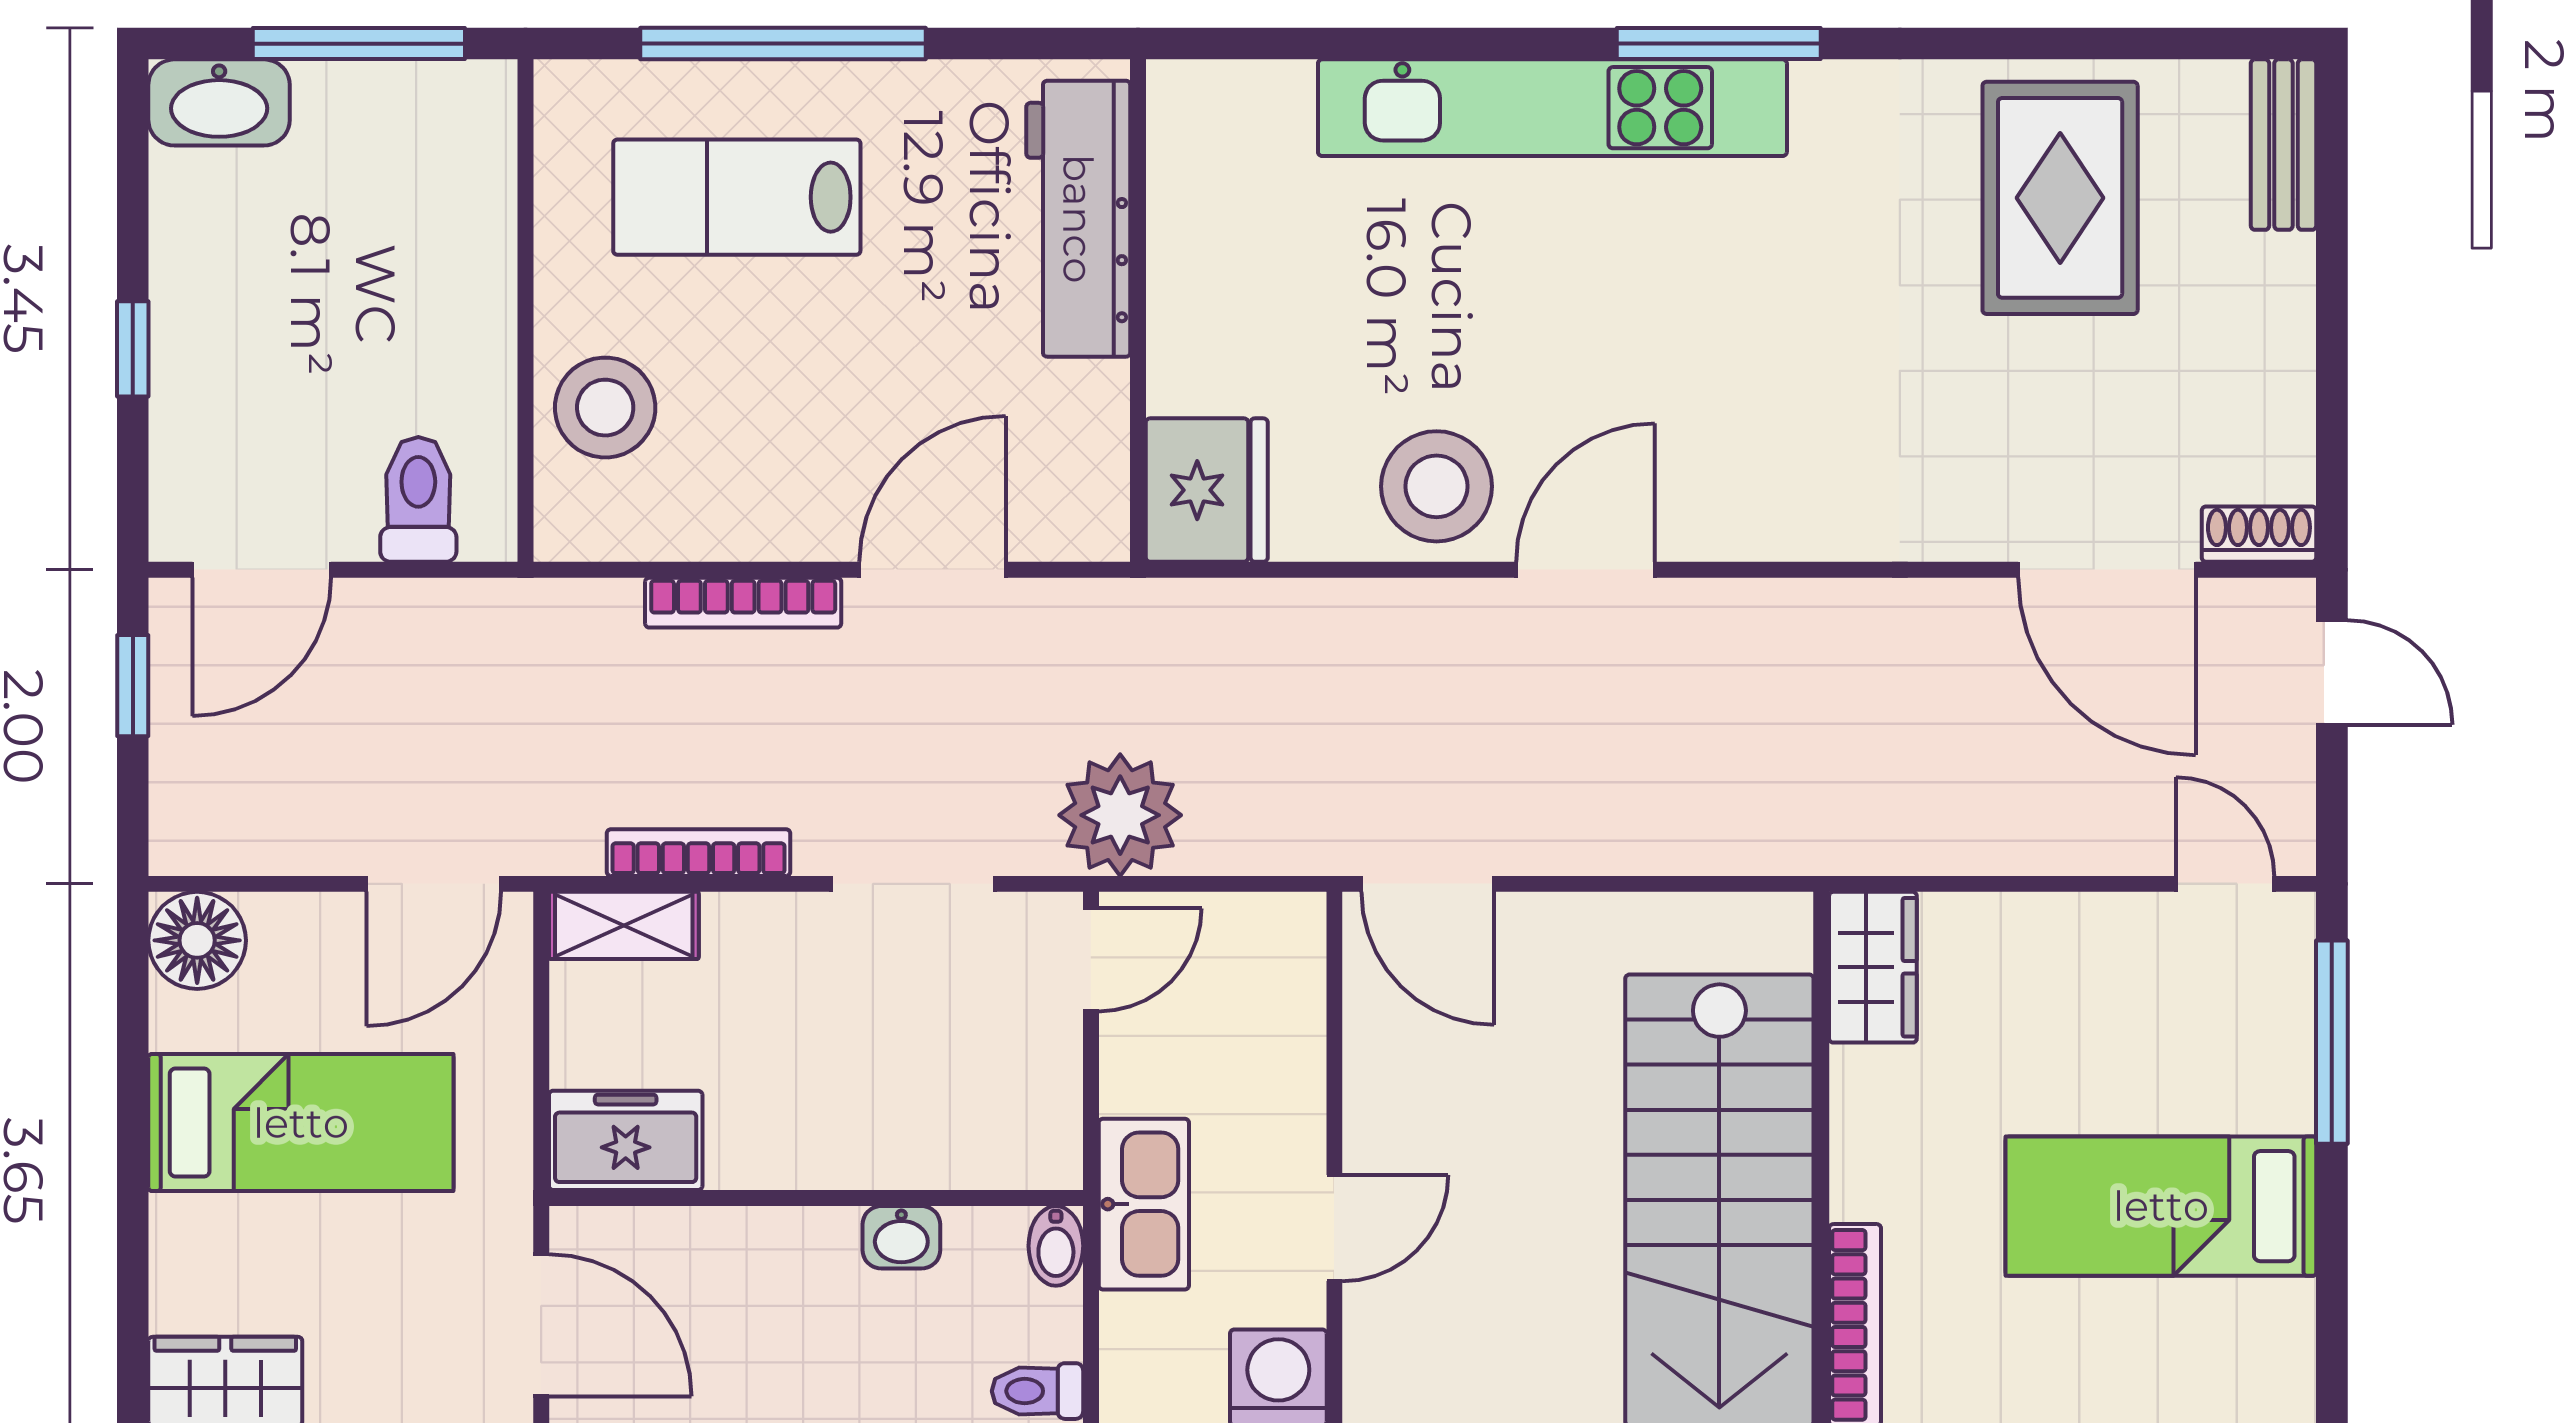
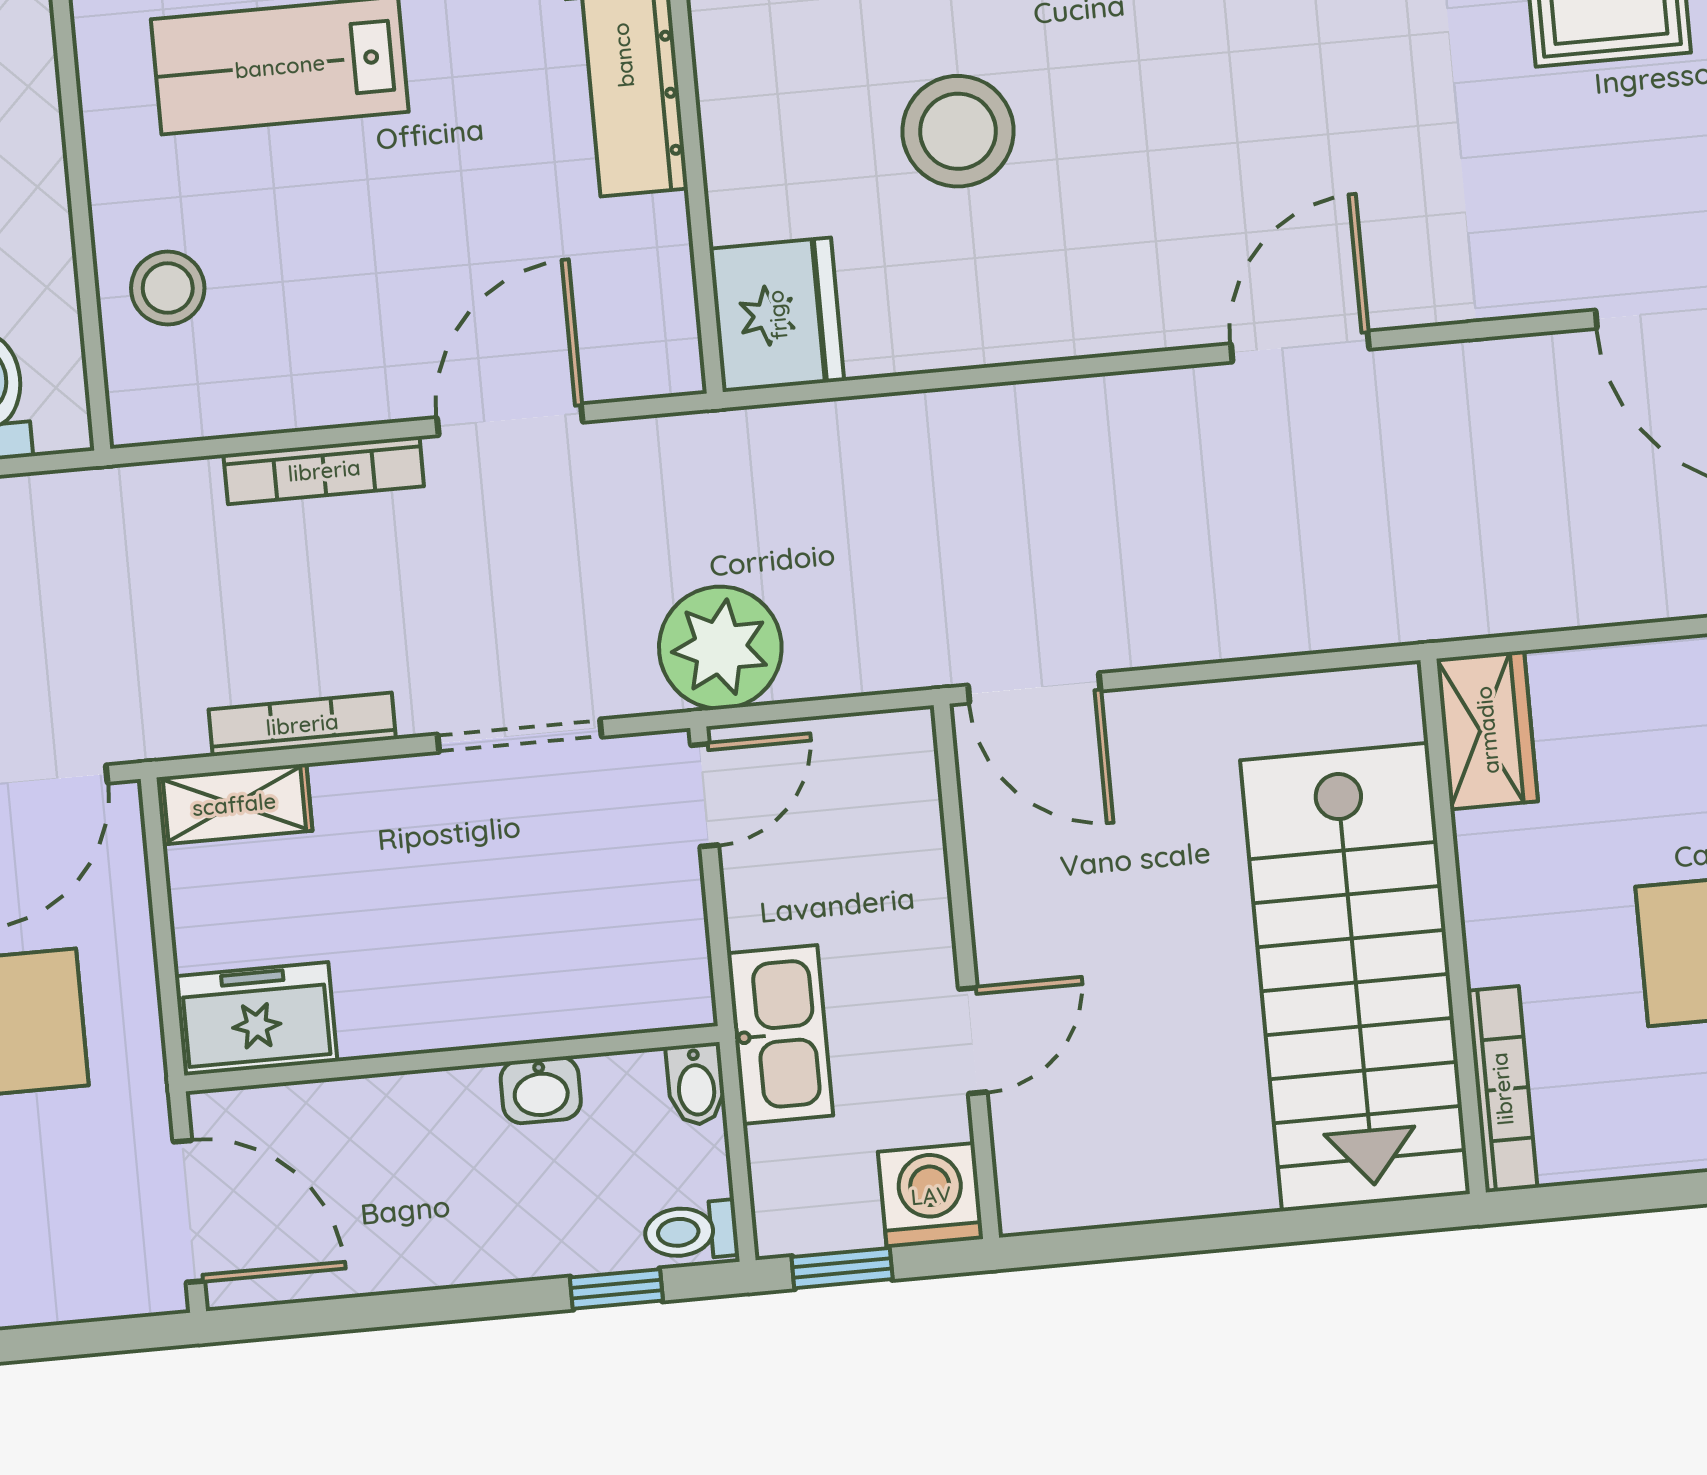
stool: (605, 408) -> (168, 288), width x0.73, depth x0.73
stool: (1437, 486) -> (958, 131), moved
door: (1586, 570) -> (1300, 347), moved

